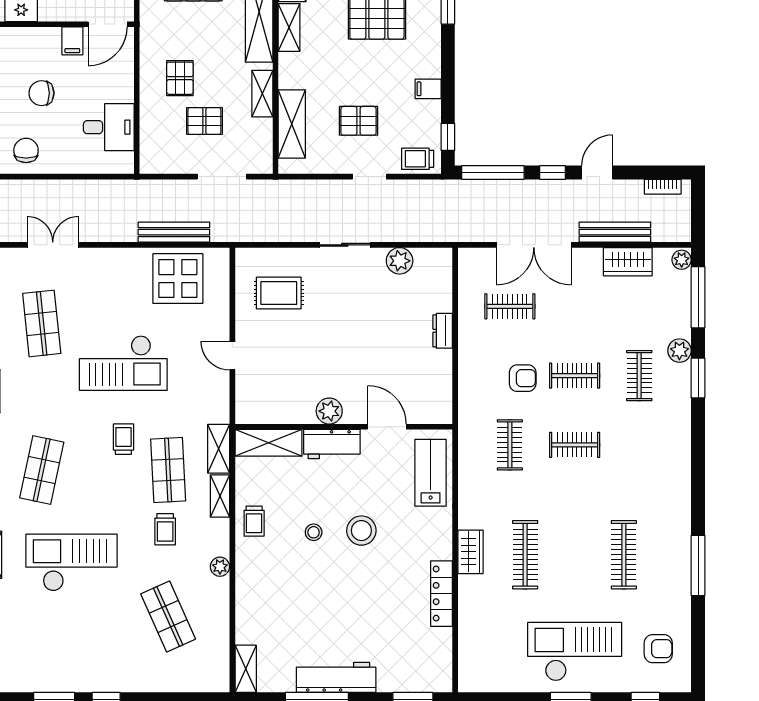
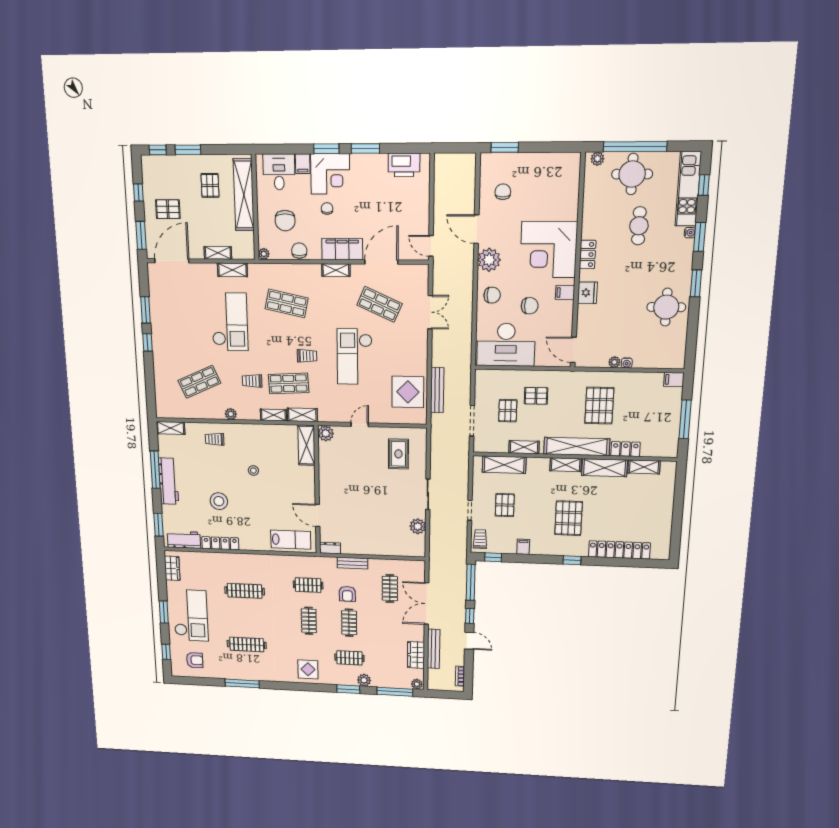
filing cabinet: (72, 41) -> (565, 293), moved
chair: (41, 93) -> (530, 306), turned 90
desk: (109, 127) -> (506, 345), width x1.87, depth x1.30
shop shelf: (42, 323) -> (380, 304), turned 30
dresser: (443, 331) -> (330, 548), moved
bench: (468, 369) -> (352, 563), added
plant: (329, 411) -> (326, 433), moved
door: (387, 427) -> (317, 515), swing flipped
workbench: (332, 444) -> (184, 540), moved, turned 90
display table: (665, 448) -> (308, 669), added
trolley: (254, 521) -> (215, 439), moved
stool: (361, 531) -> (219, 501), moved
wardrobe: (470, 552) -> (172, 568), moved, turned -90
armchair: (658, 649) -> (195, 660), turned -90

